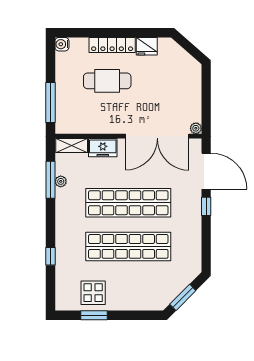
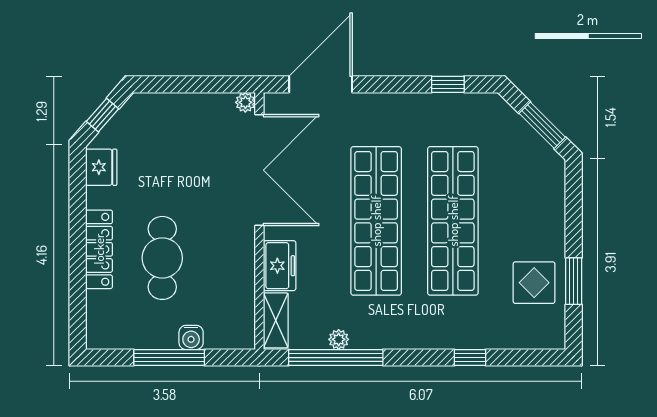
water cooler: (62, 44) -> (191, 337), moved
fridge: (147, 46) -> (101, 167), moved
window: (189, 47) -> (103, 115), added
window: (50, 102) -> (169, 358), moved
window: (50, 180) -> (336, 358), width x1.46
window: (206, 206) -> (448, 84), moved

